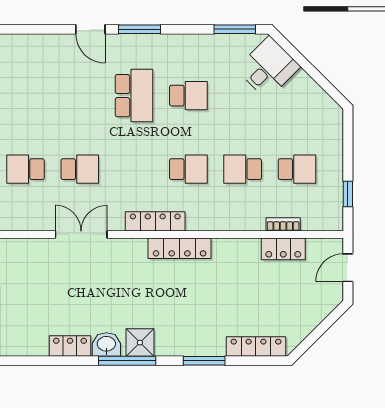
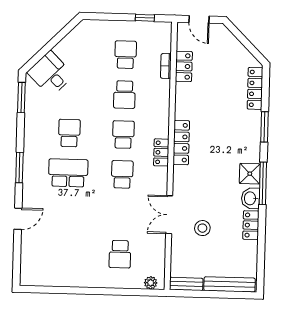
door: (90, 29) -> (18, 219), moved
school desk: (80, 169) -> (122, 174), moved
locker: (155, 221) -> (161, 152), width x0.66
stool: (64, 280) -> (202, 228), added

